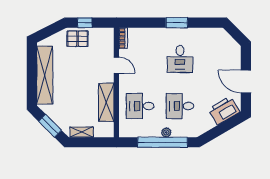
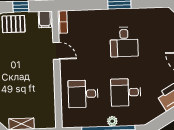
filing cabinet: (107, 35) -> (45, 19), added
shelving: (106, 102) -> (47, 91), removed

